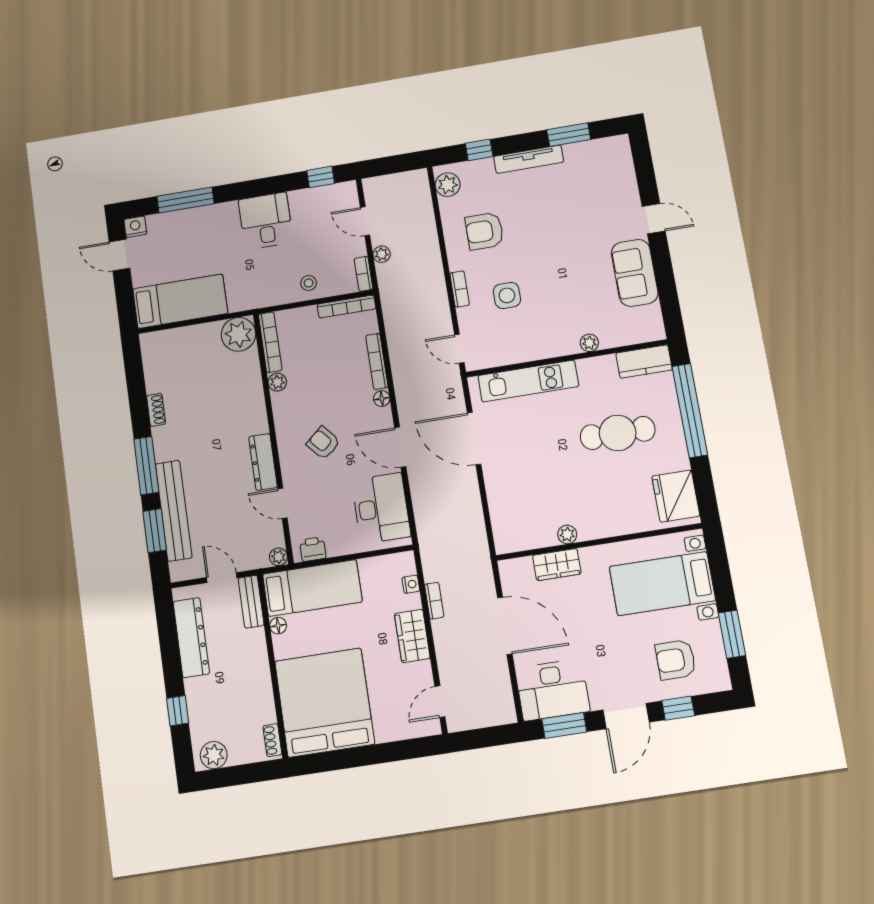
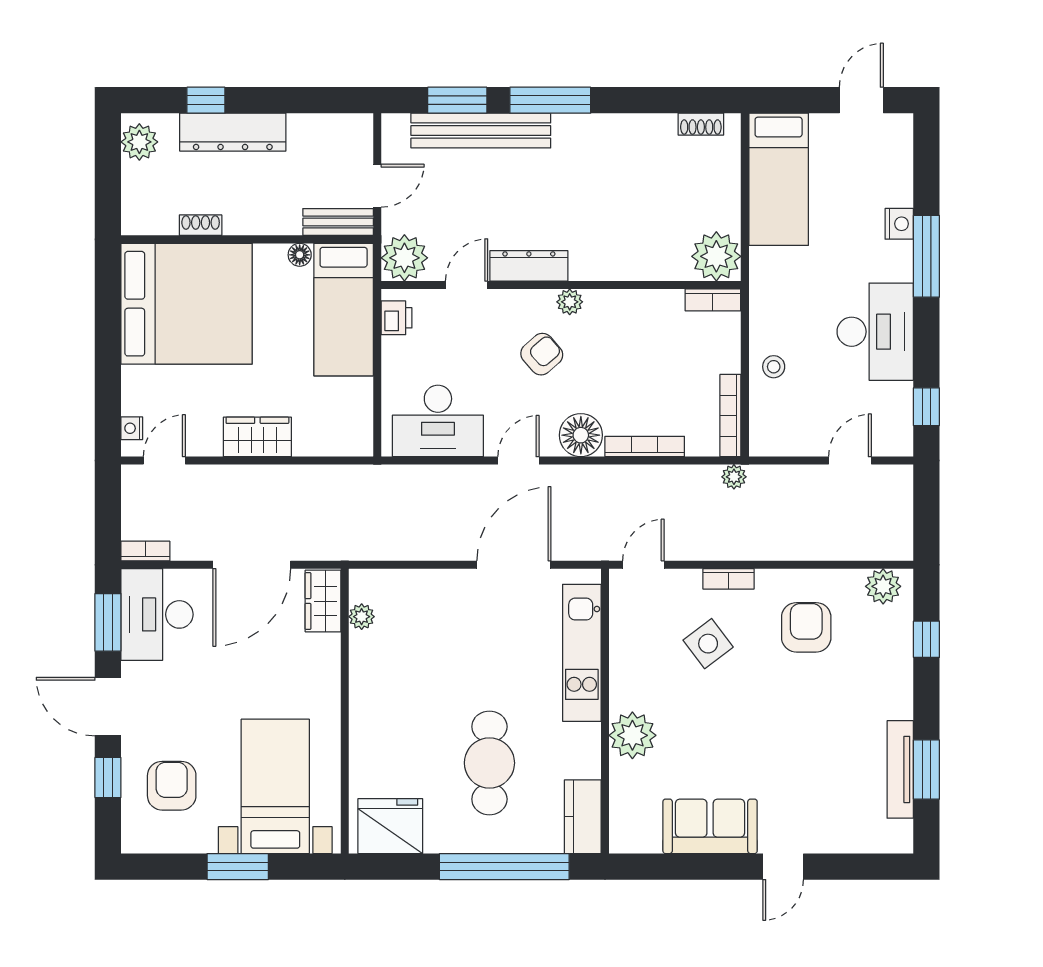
tv unit: (529, 159) -> (900, 769), moved
window: (186, 200) -> (926, 256), moved
desk: (266, 221) -> (875, 332), width x1.37
nightstand: (135, 227) -> (899, 224), moved
plant: (382, 254) -> (734, 477), moved
bookcase: (363, 274) -> (774, 447), removed
side table: (507, 295) -> (708, 644), turned -37
bookcase: (270, 342) -> (713, 300), width x0.64
plant: (589, 343) -> (632, 735), width x1.88, depth x1.88
plant: (277, 382) -> (570, 302), moved
floor lamp: (382, 399) -> (581, 435), width x1.89, depth x1.89
shoe rack: (156, 410) -> (701, 124), moved
door: (400, 447) -> (518, 461), width x0.73
plant: (567, 534) -> (362, 617), moved
plant: (278, 557) -> (404, 258), width x1.88, depth x1.88
wardrobe: (557, 565) -> (323, 601), moved
nightstand: (411, 584) -> (132, 428), moved, turned 90
bookcase: (434, 601) -> (145, 551), moved, turned 180
window: (732, 634) -> (238, 867), moved
dresser: (191, 638) -> (233, 132), moved
door: (440, 702) -> (164, 461), hinge flipped
shoe rack: (272, 740) -> (201, 225), moved

